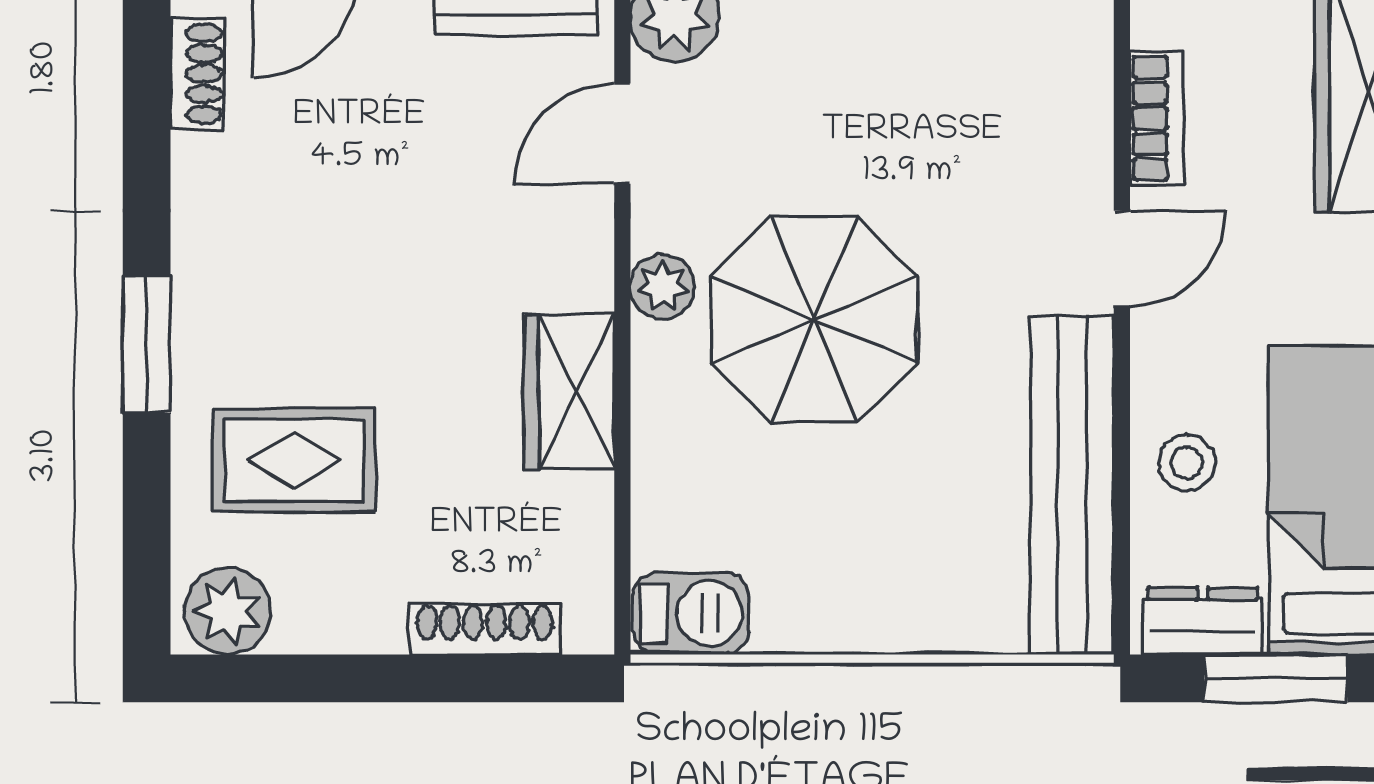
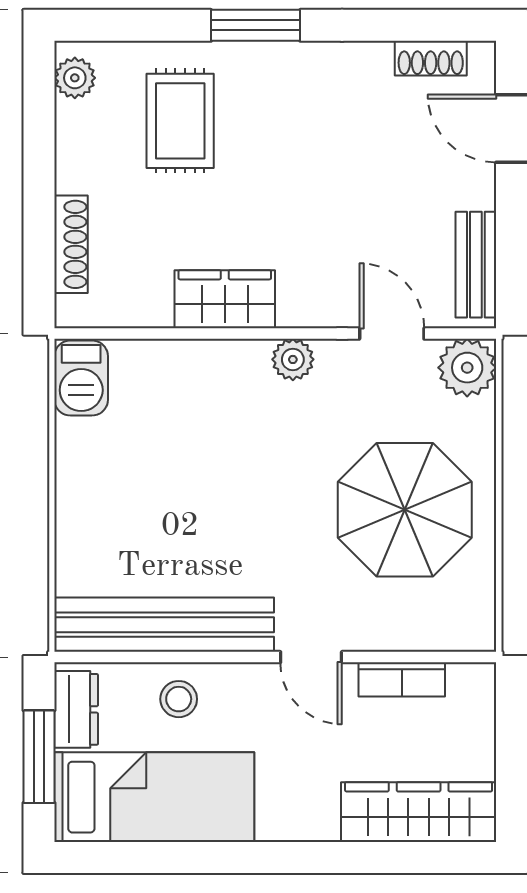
parasol: (814, 320) -> (405, 510), moved
plant: (228, 611) -> (75, 78), width x0.73, depth x0.73

